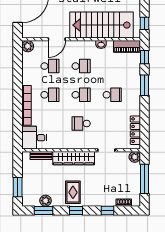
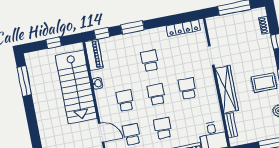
window: (145, 23) -> (54, 43), moved
school desk: (81, 124) -> (187, 88), turned 180
plant: (135, 157) -> (212, 23), removed

